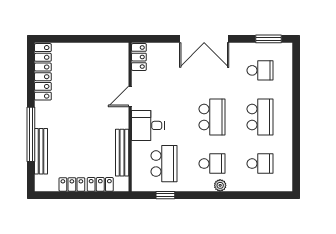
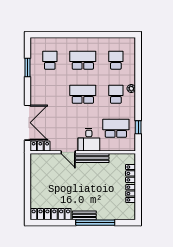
double door: (204, 39) -> (28, 123), moved
window: (268, 39) -> (28, 68), moved
bench: (41, 151) -> (84, 215), moved, width x0.73
bench: (122, 153) -> (92, 158), moved

